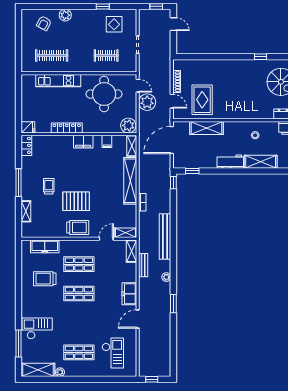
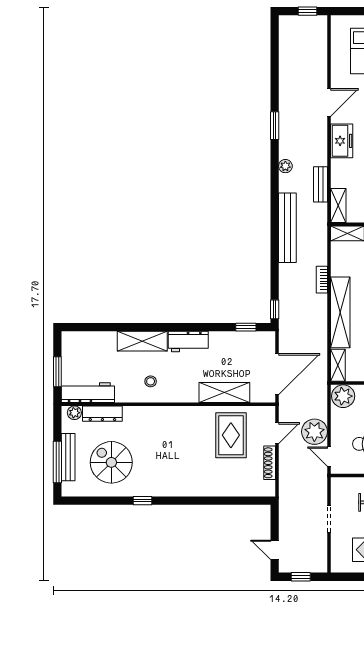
door: (172, 101) -> (277, 433), swing flipped

